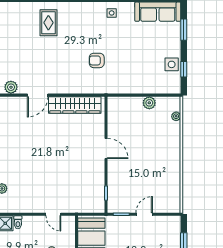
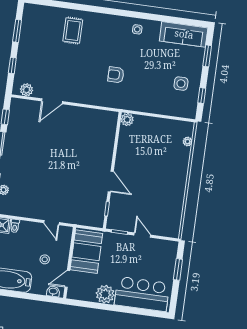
side table: (172, 64) -> (181, 84), moved
plant: (149, 103) -> (127, 120), moved
wardrobe: (75, 105) -> (88, 116), removed
door: (106, 149) -> (111, 182), moved
door: (144, 214) -> (142, 235), hinge flipped

